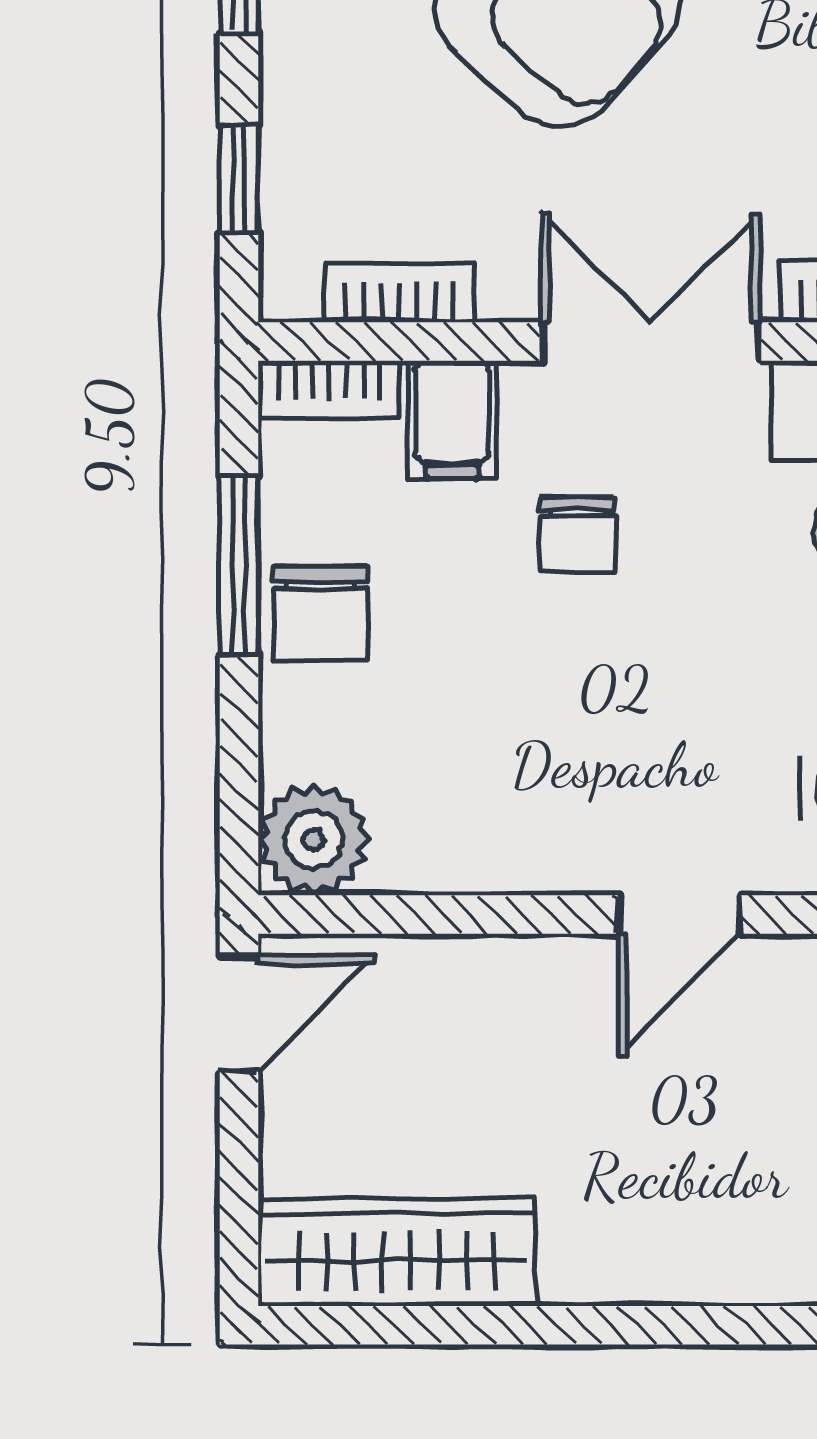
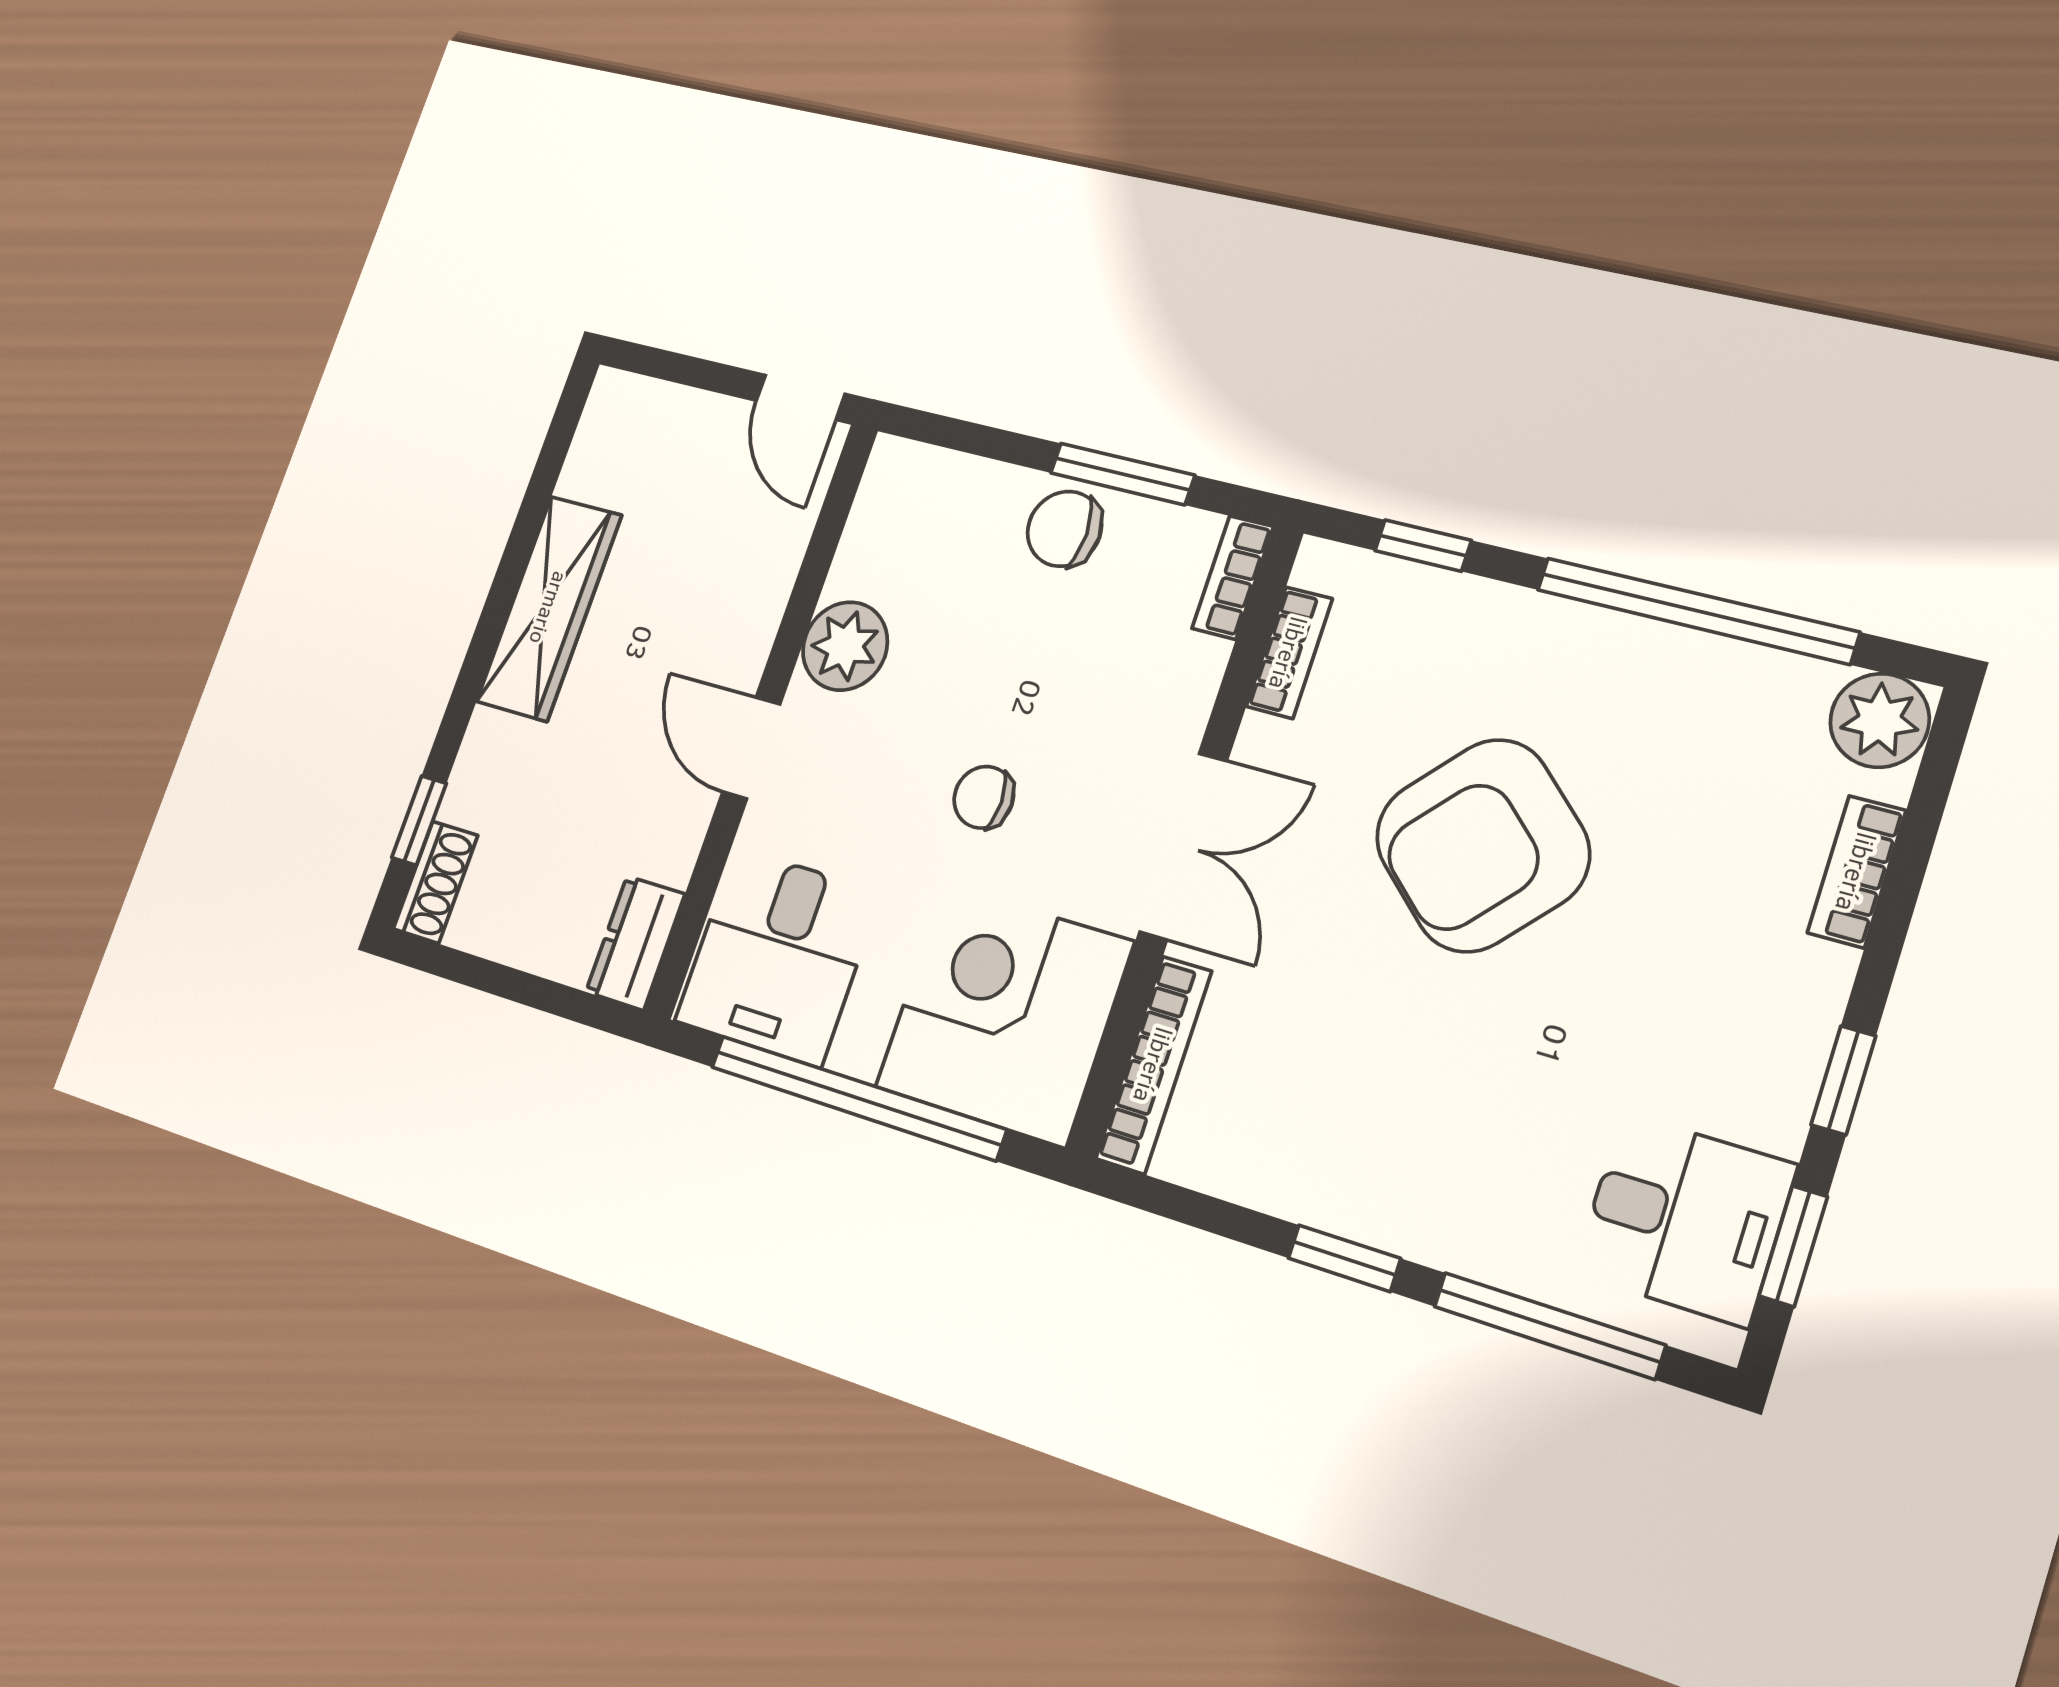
filing cabinet: (452, 420) -> (1176, 669), removed
chair: (578, 535) -> (984, 797), moved
plant: (314, 840) -> (845, 646), moved
wardrobe: (397, 1252) -> (549, 608), moved

